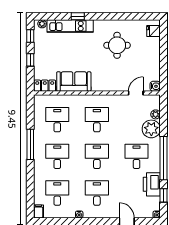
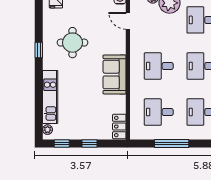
window: (78, 16) -> (39, 50), moved
sofa: (74, 81) -> (114, 75), moved
window: (30, 144) -> (172, 143), moved

